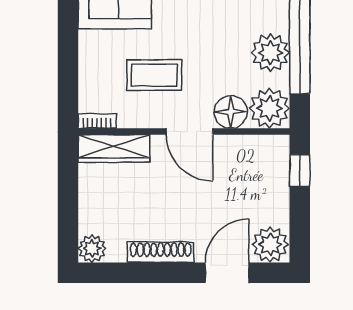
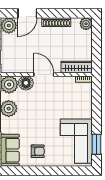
coffee table: (154, 75) -> (59, 99), removed

